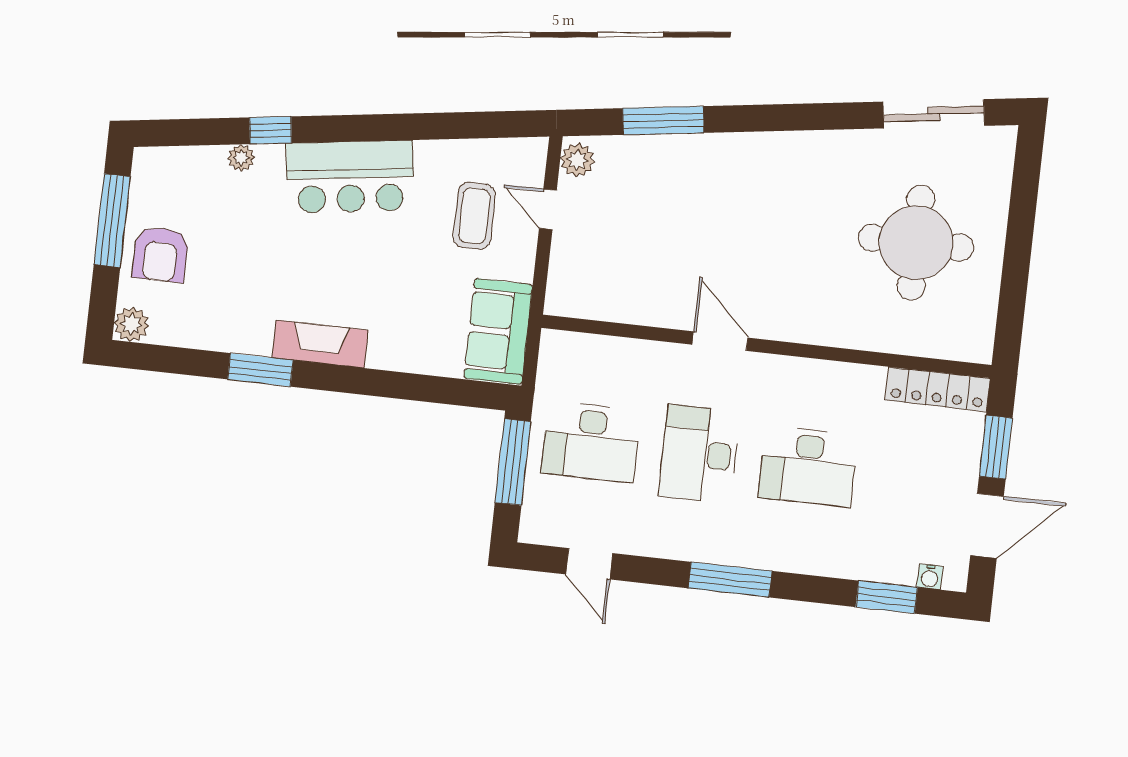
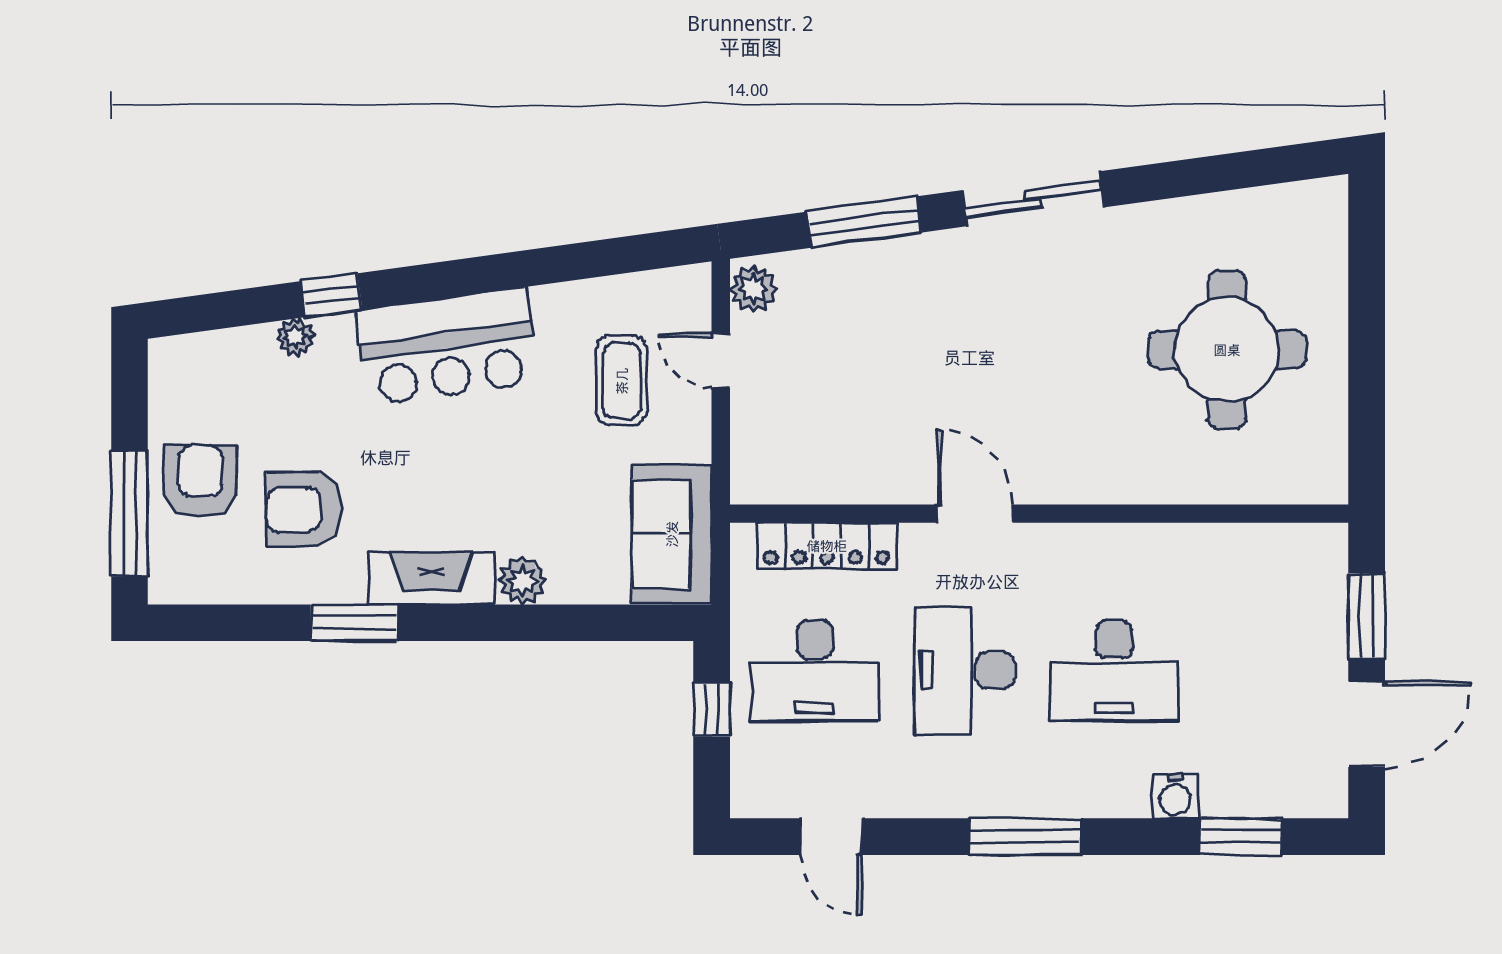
sliding door: (934, 114) -> (1033, 199), moved
window: (112, 220) -> (129, 514), moved
armchair: (160, 254) -> (200, 481), turned 180
armchair: (233, 283) -> (304, 509), added
plant: (131, 324) -> (522, 581), moved
locker: (937, 389) -> (827, 546), moved
window: (513, 462) -> (712, 710), width x0.46
water cooler: (930, 577) -> (1175, 796), moved, width x1.38, depth x1.38

